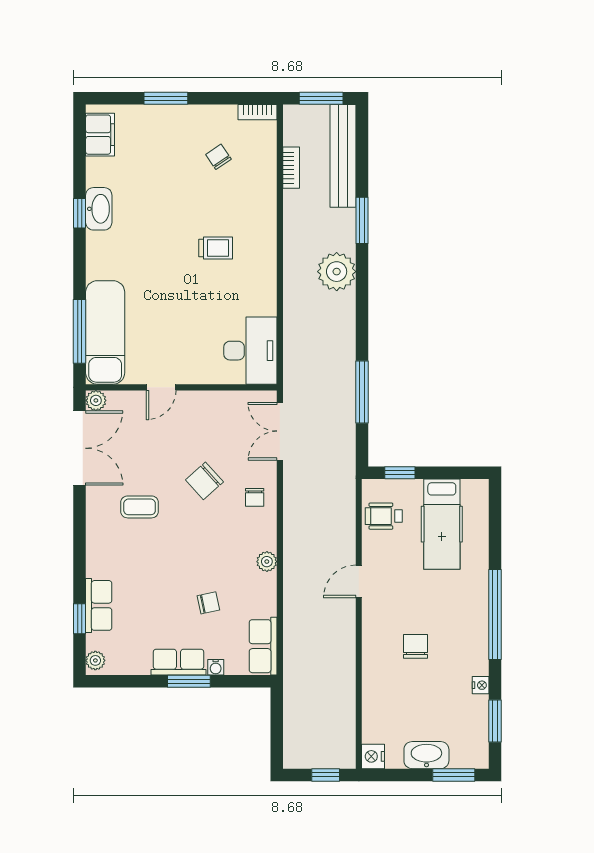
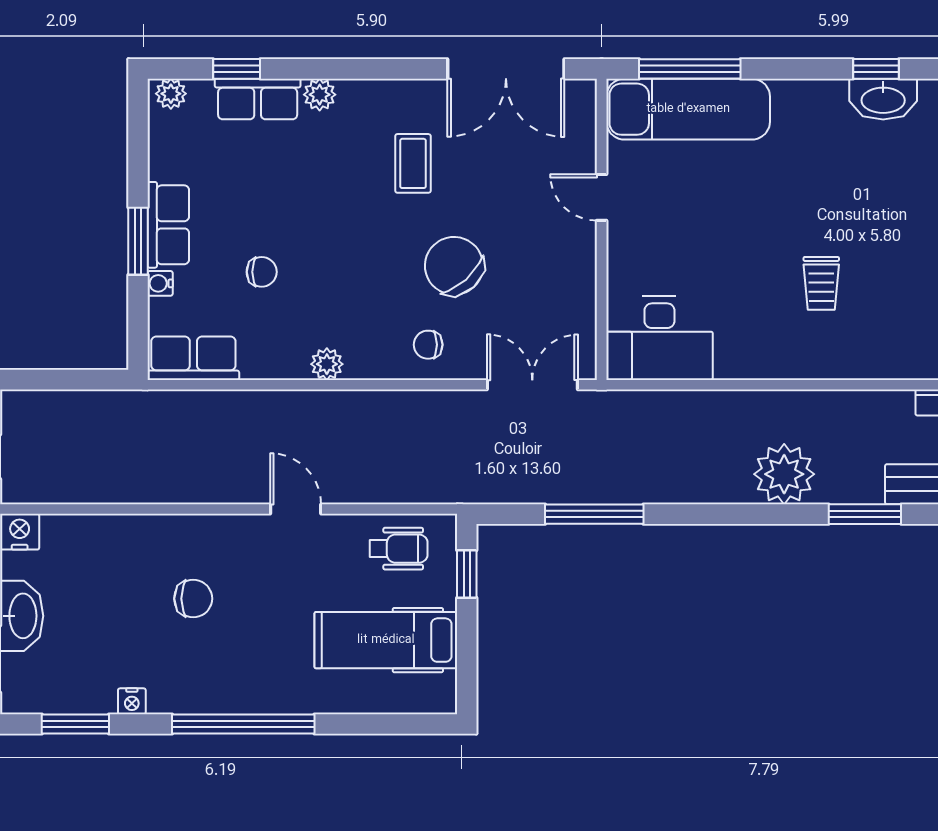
plant: (96, 400) -> (320, 95), moved
chair: (204, 481) -> (454, 266), width x1.37, depth x1.37
wheelchair: (384, 516) -> (399, 549), turned 90
chair: (208, 603) -> (262, 272), turned -78

